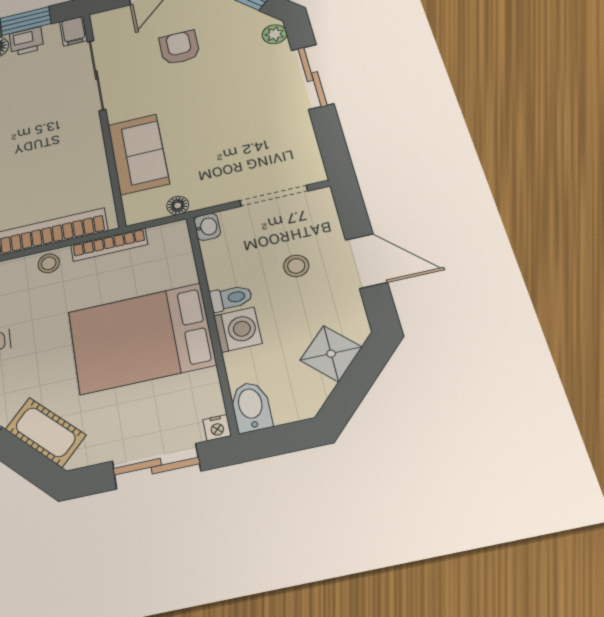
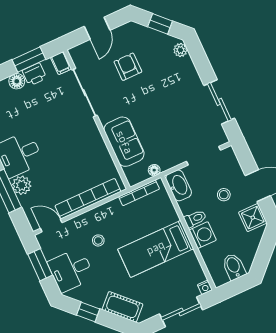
sliding door: (312, 77) -> (219, 102), moved
washbasin: (207, 227) -> (179, 185), width x1.91, depth x1.45
bookcase: (109, 245) -> (139, 193), moved
stool: (49, 263) -> (98, 240), moved
bed: (141, 338) -> (156, 249), width x0.67
shower: (331, 354) -> (253, 218), moved, turned 45
bidet: (251, 407) -> (234, 267), moved

